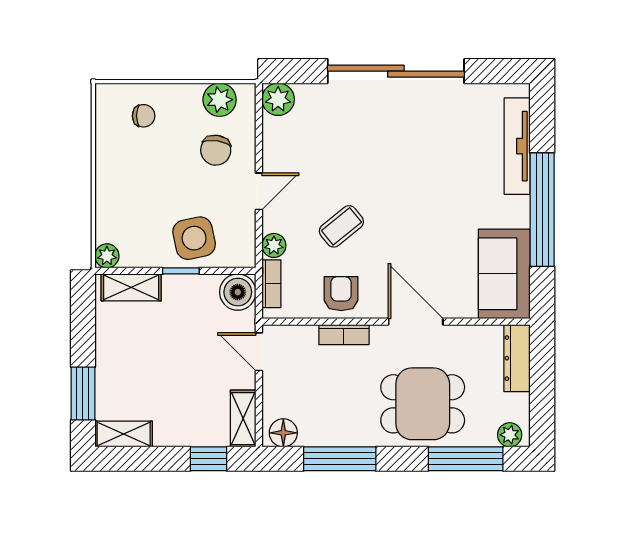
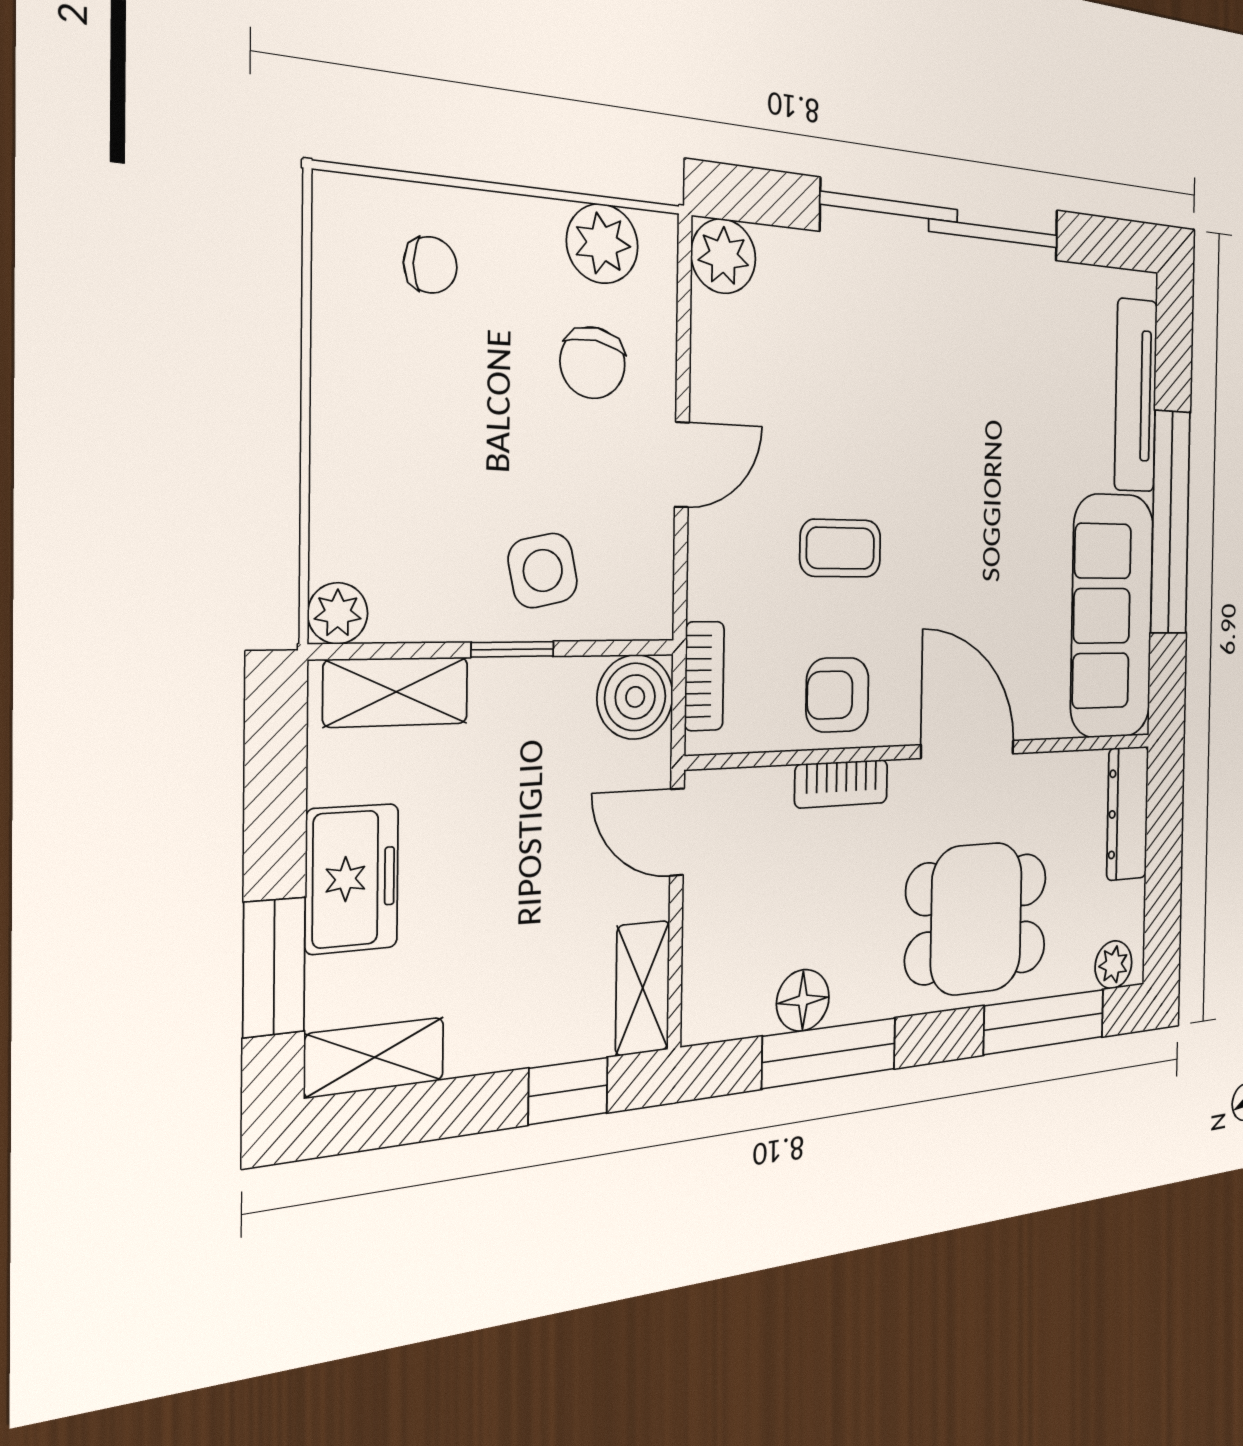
coffee table: (341, 226) -> (840, 548), turned 39
side table: (194, 238) -> (543, 570), width x0.73, depth x0.73
plant: (274, 245) -> (710, 589), removed
sofa: (504, 274) -> (1112, 616), width x1.36
armchair: (341, 294) -> (837, 695), turned -90
freezer: (114, 361) -> (352, 879), added
floor lamp: (283, 433) -> (803, 1000), moved

